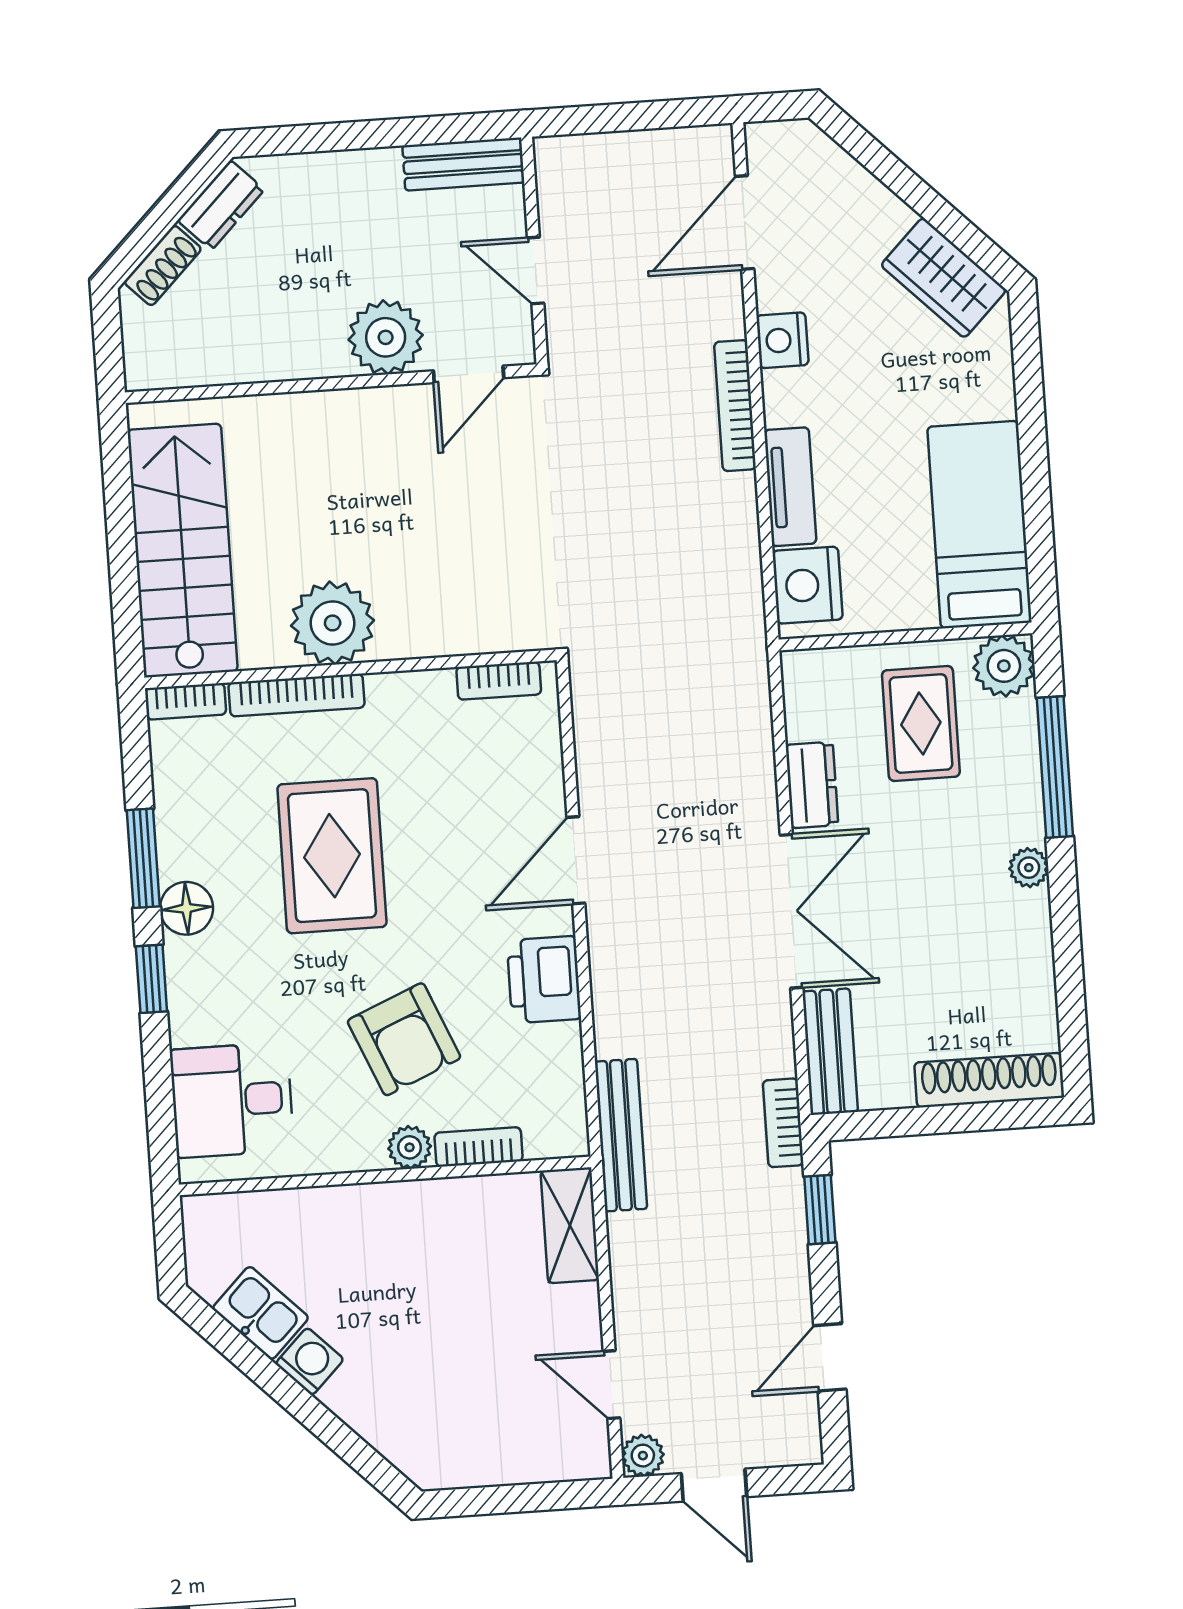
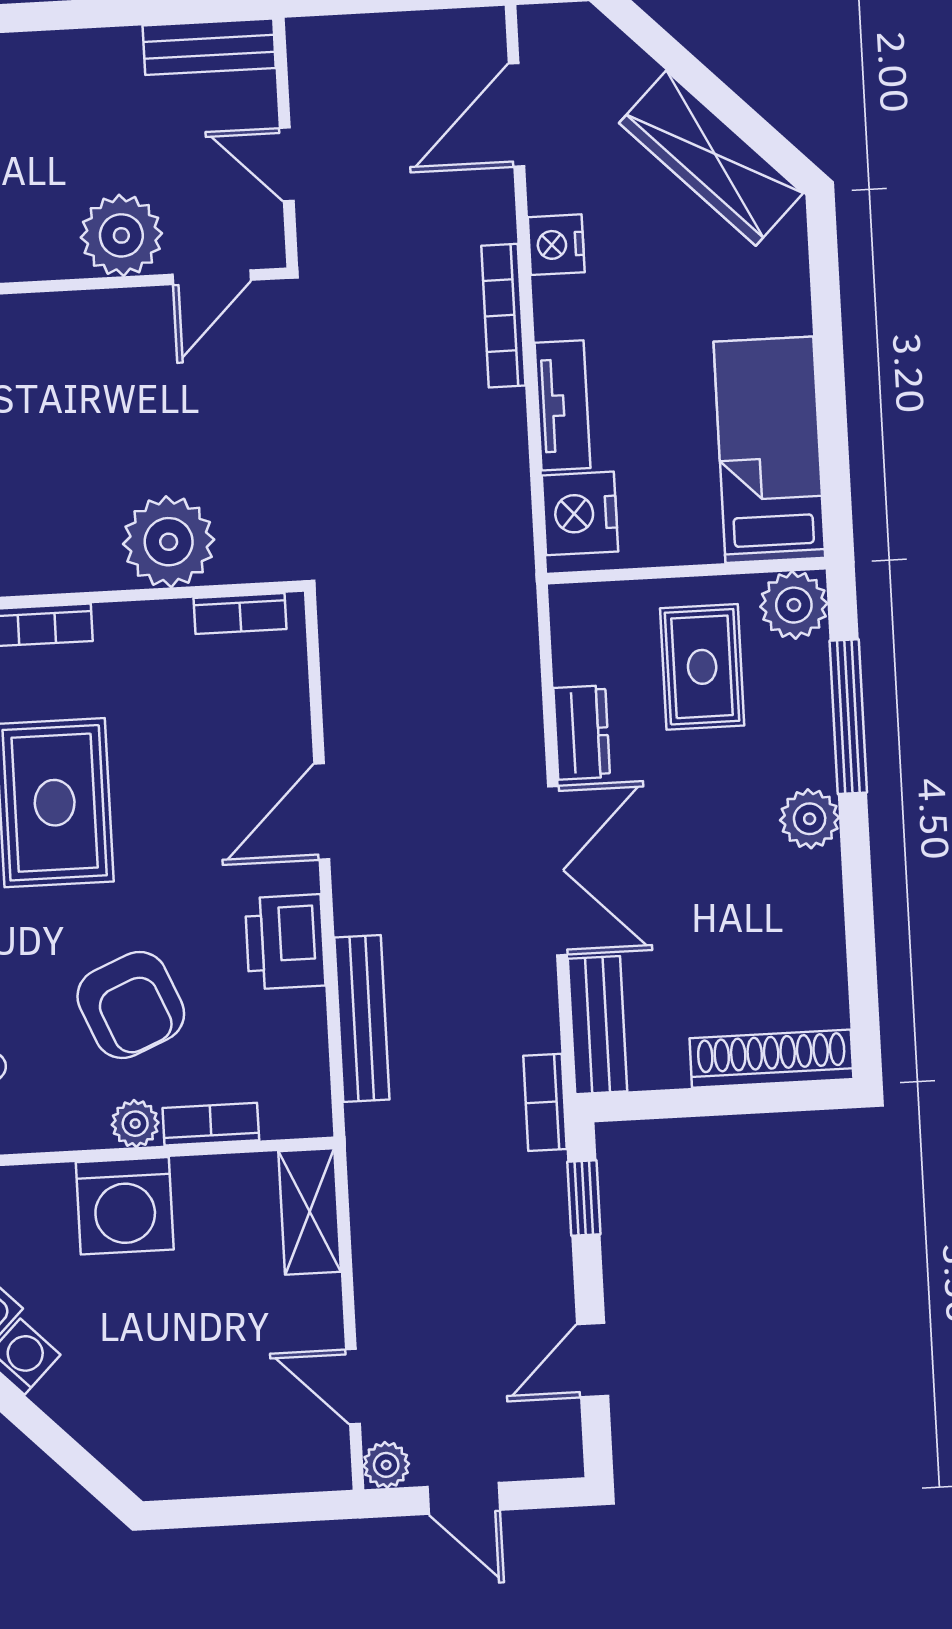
wardrobe: (944, 278) -> (711, 158), width x1.50
plant: (333, 623) -> (169, 542), moved
plant: (1029, 868) -> (810, 819), width x1.38, depth x1.38
bench: (621, 1135) -> (362, 1018), moved
washing machine: (401, 1223) -> (125, 1206), added

